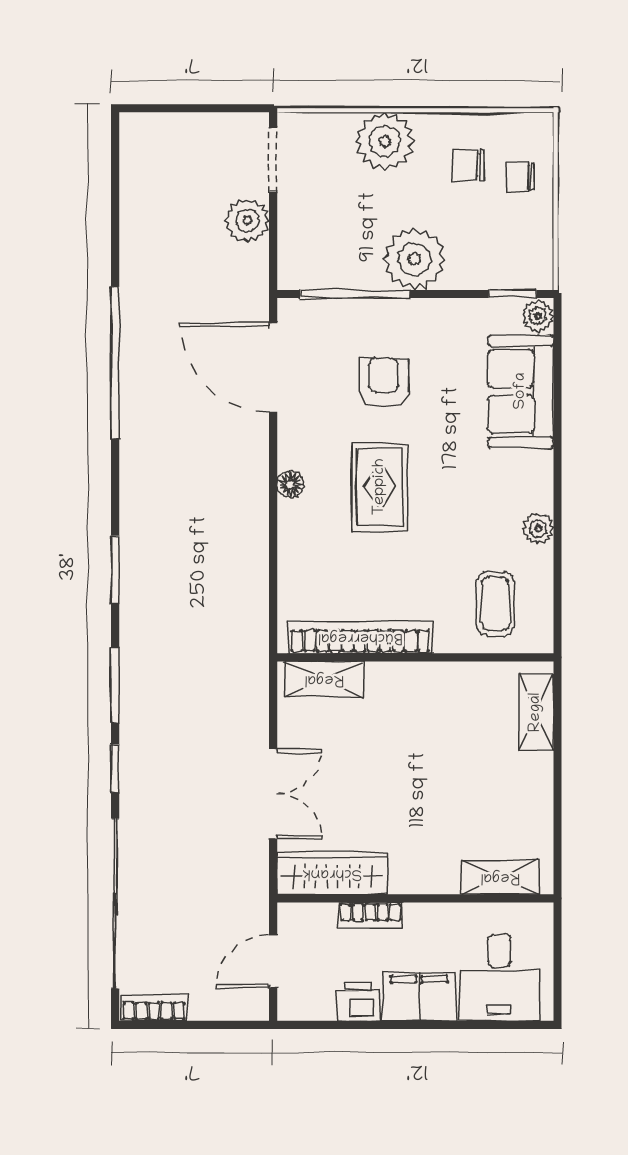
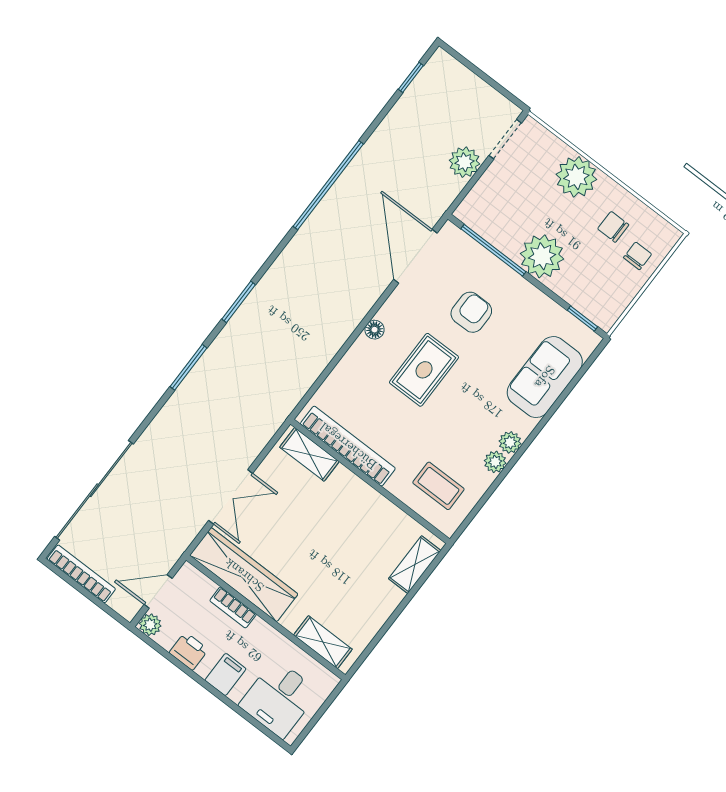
chair: (521, 177) -> (638, 256), turned 90
plant: (538, 316) -> (510, 442), moved
coffee table: (495, 604) -> (438, 486), turned 90
window: (115, 768) -> (411, 77), moved
wardrobe: (332, 873) -> (244, 575), width x1.40, depth x1.17
filing cabinet: (419, 996) -> (225, 674), width x0.50
plant: (293, 1005) -> (150, 625), added
bookcase: (154, 1008) -> (81, 574), width x1.56

